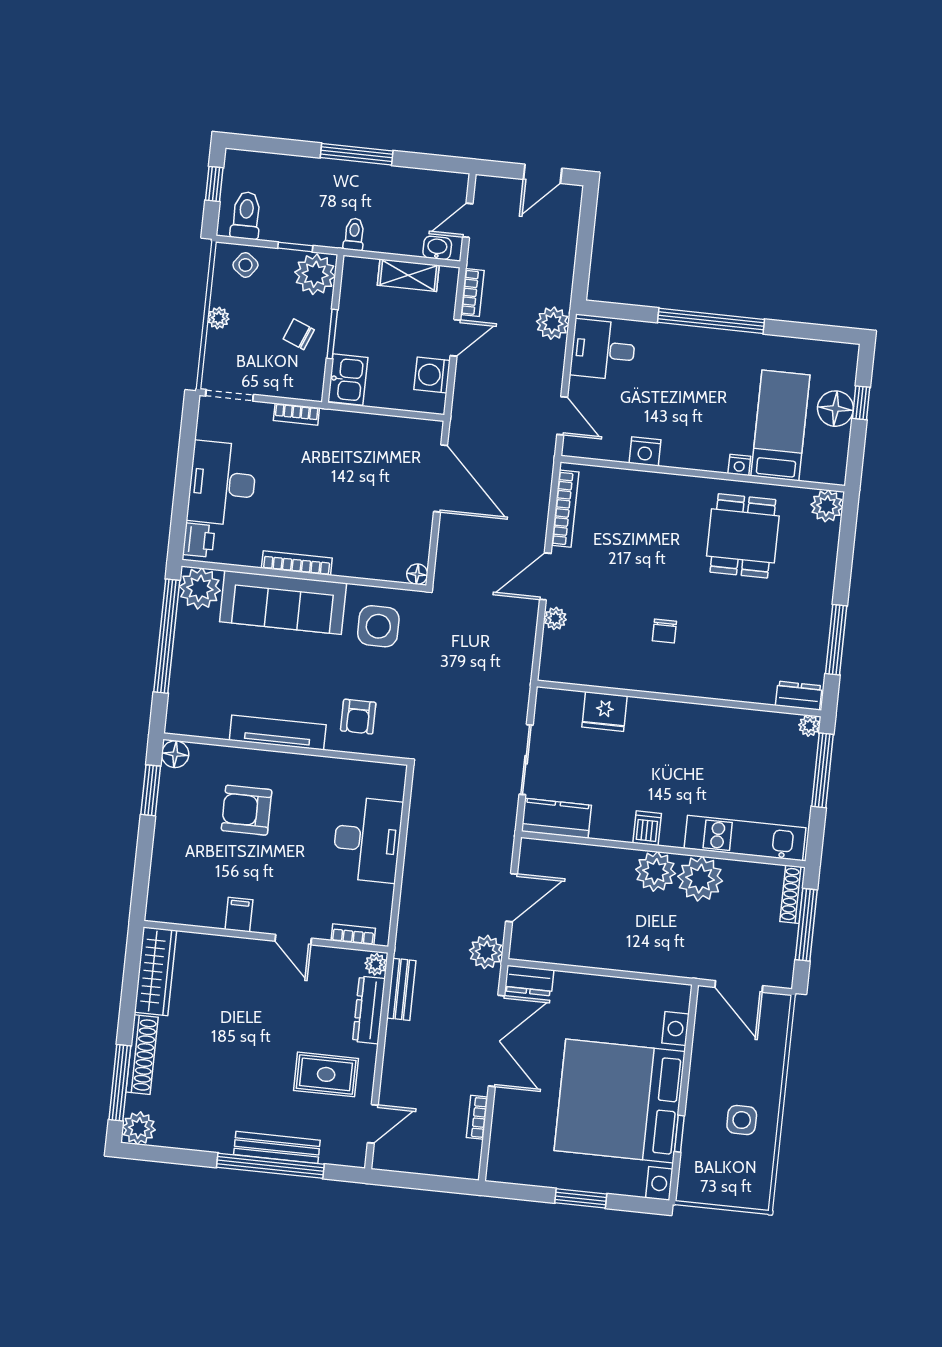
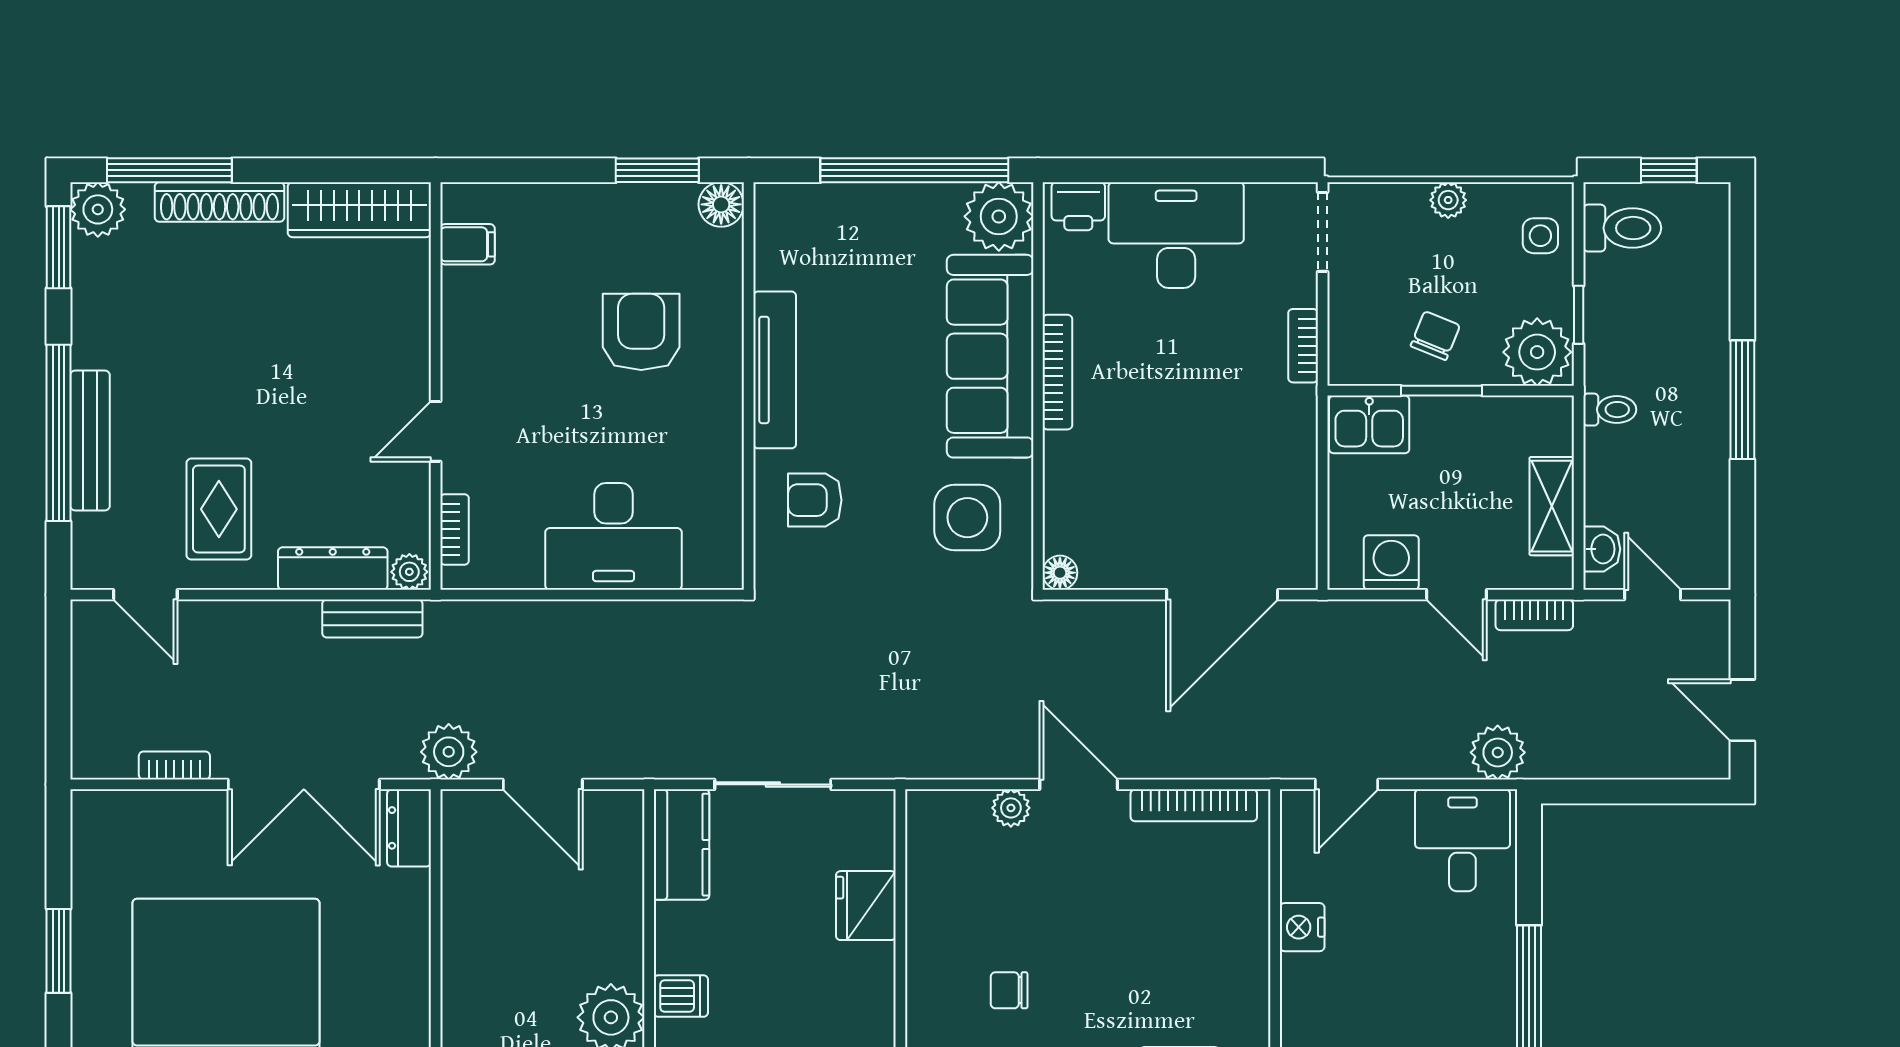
side table: (245, 265) -> (1540, 236), turned -37
filing cabinet: (239, 915) -> (467, 244), moved
window: (159, 1154) -> (59, 247), added

